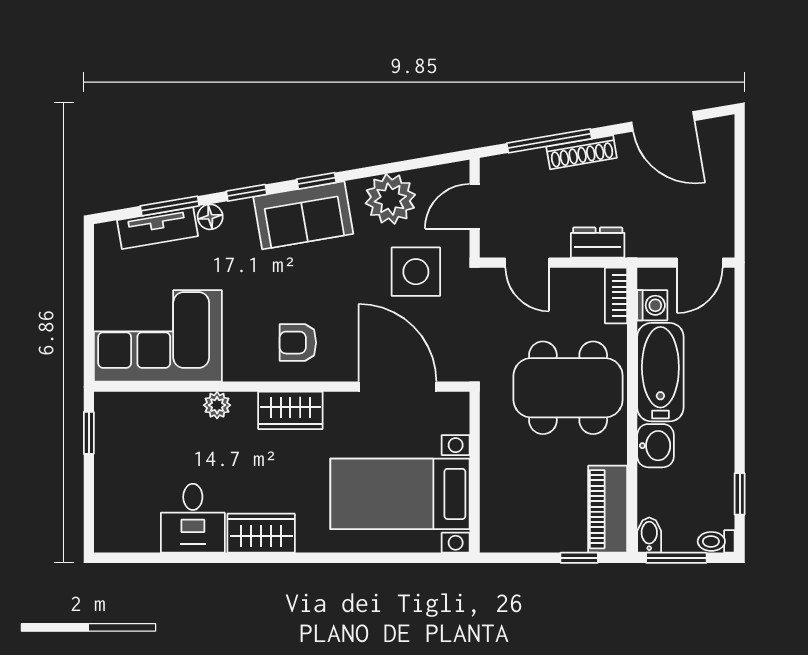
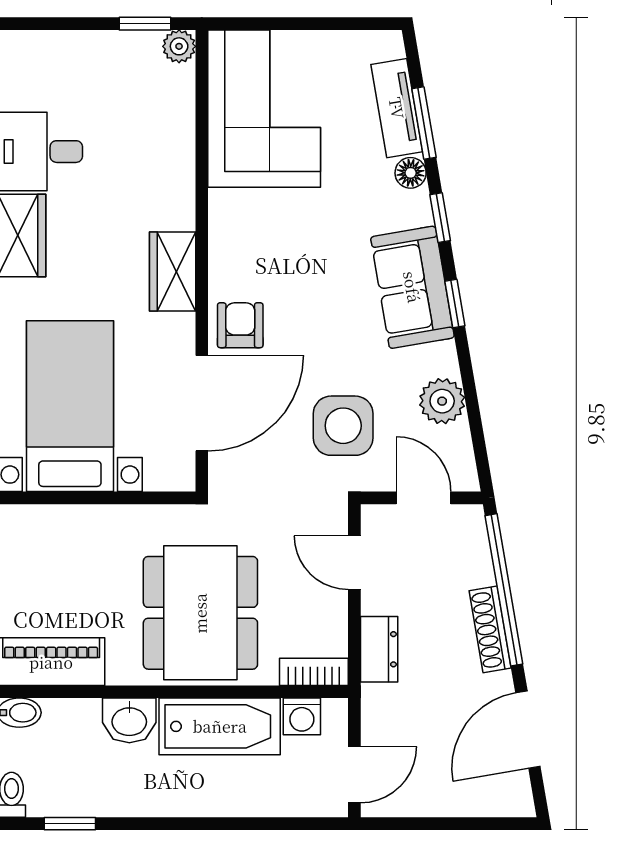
window: (549, 141) -> (504, 590), width x1.46
plant: (390, 199) -> (442, 401), width x0.73, depth x0.73
door: (527, 263) -> (354, 563), hinge flipped
door: (700, 263) -> (354, 775), swing flipped
armchair: (298, 343) -> (240, 325), moved
plant: (217, 405) -> (179, 46), moved

